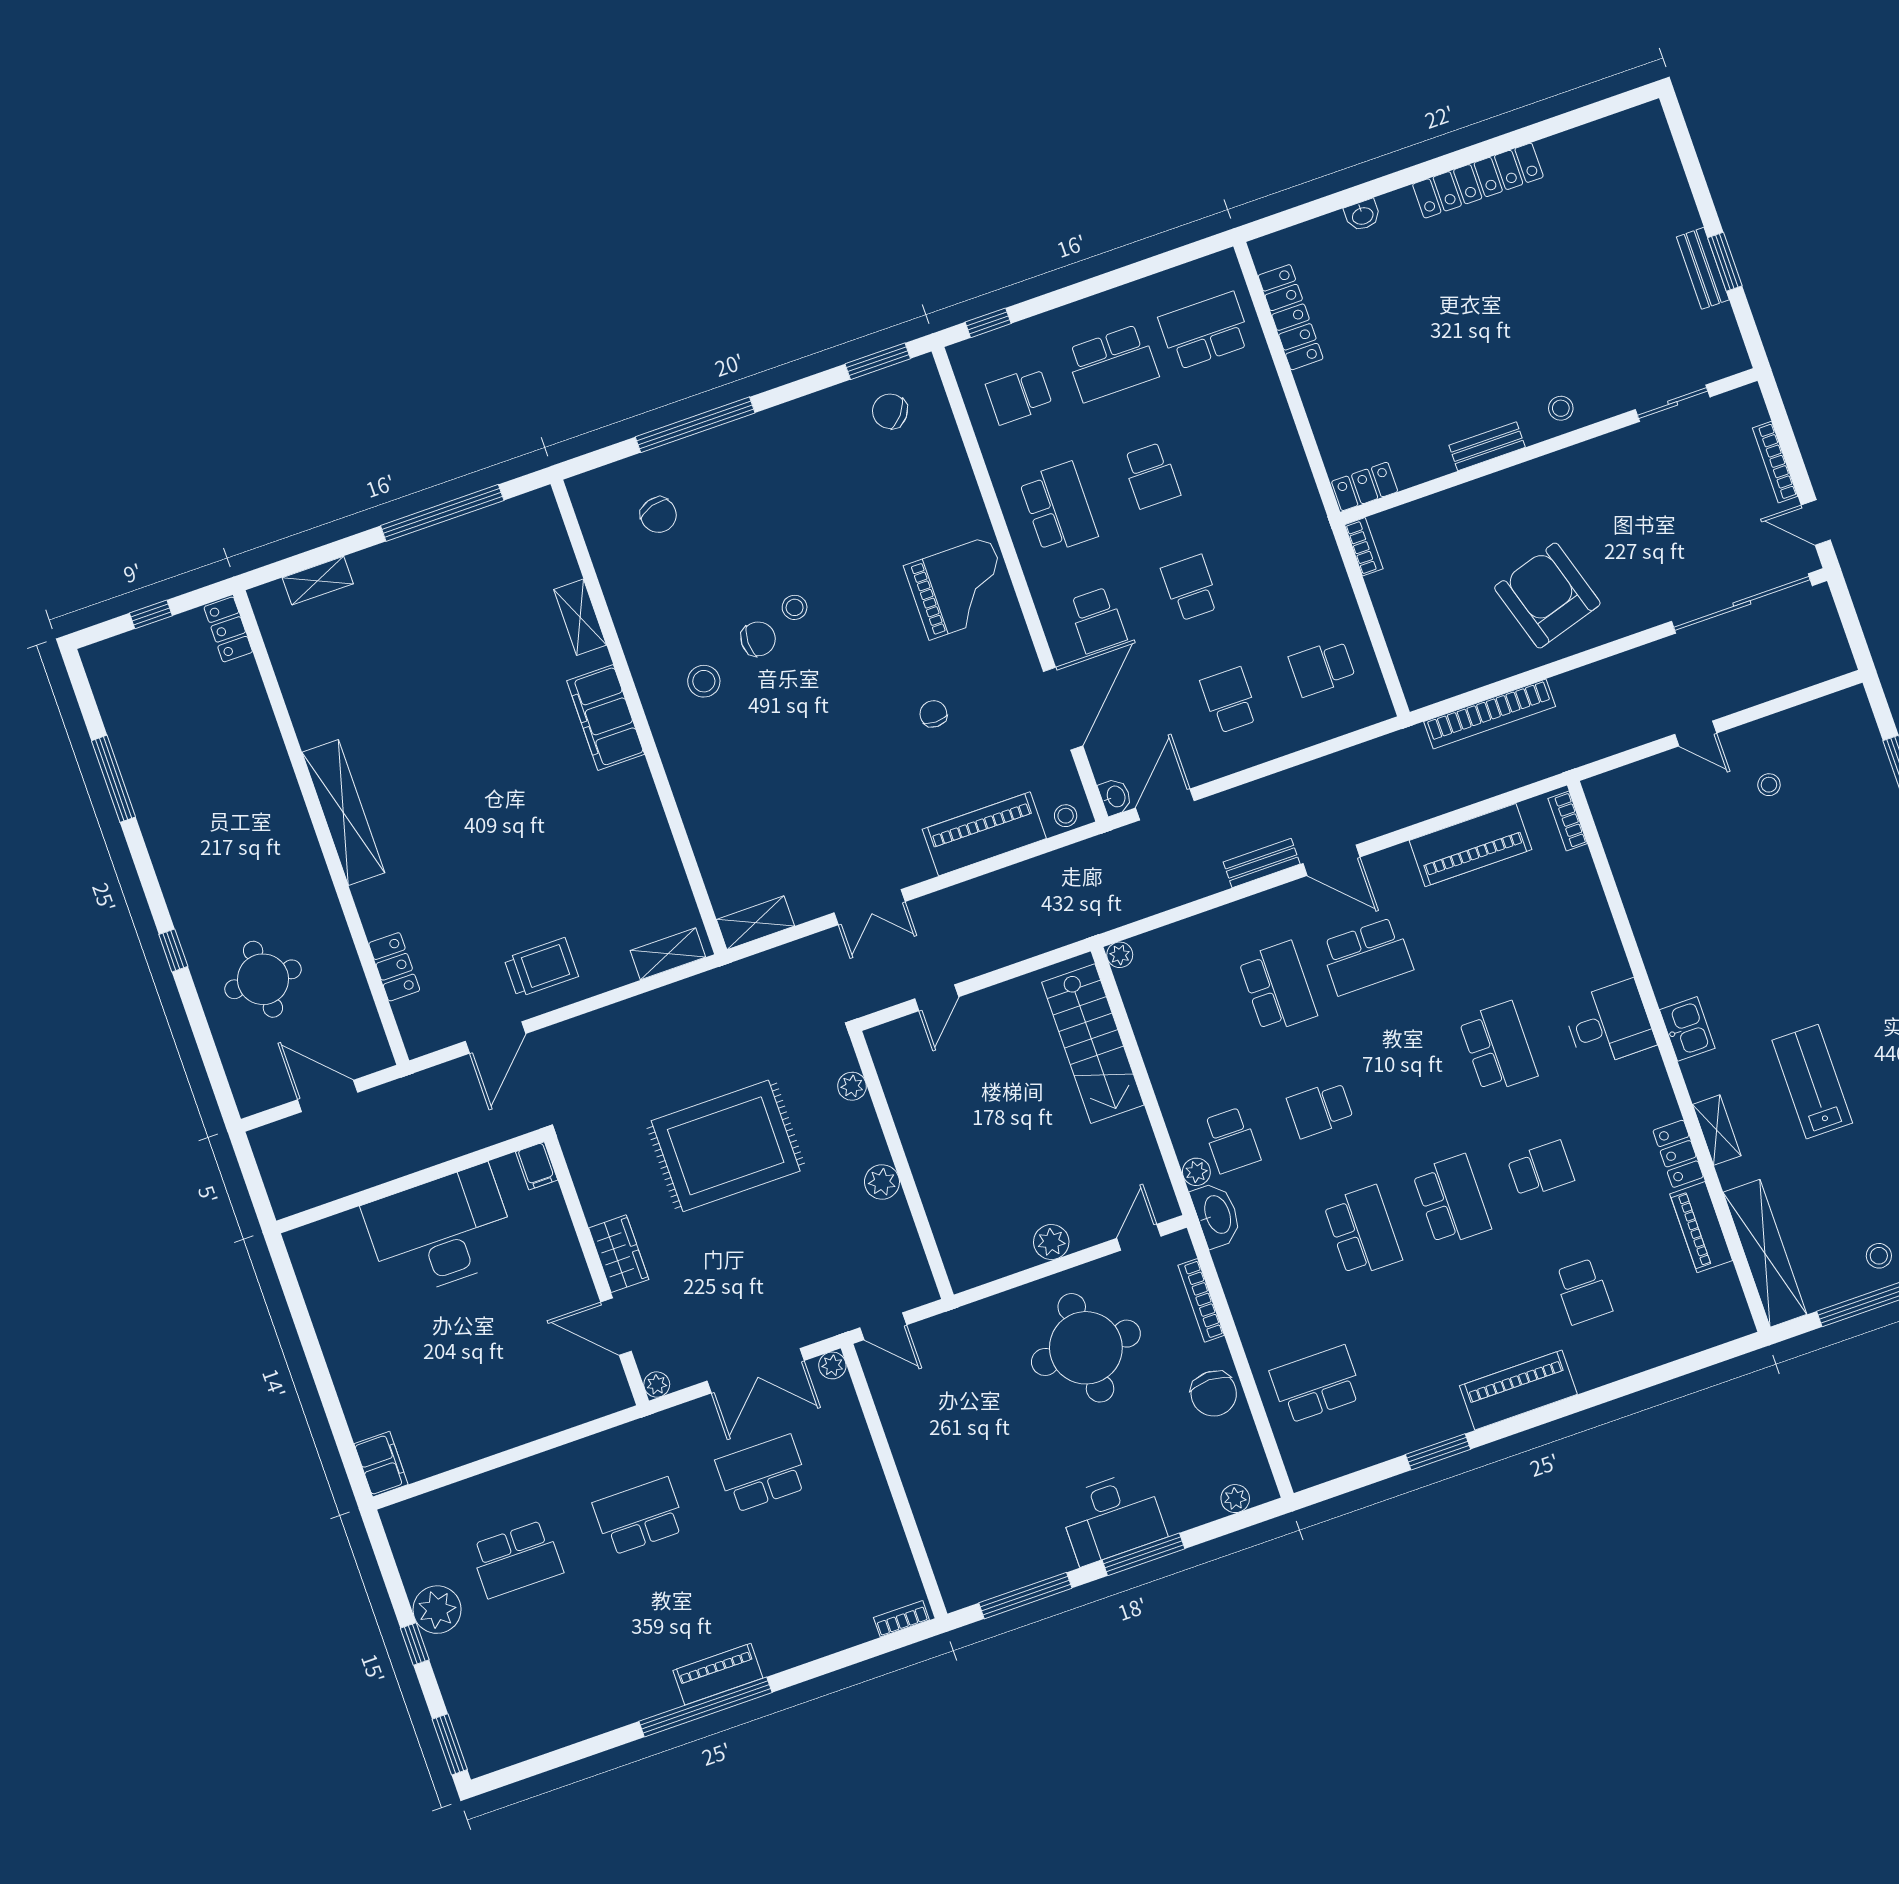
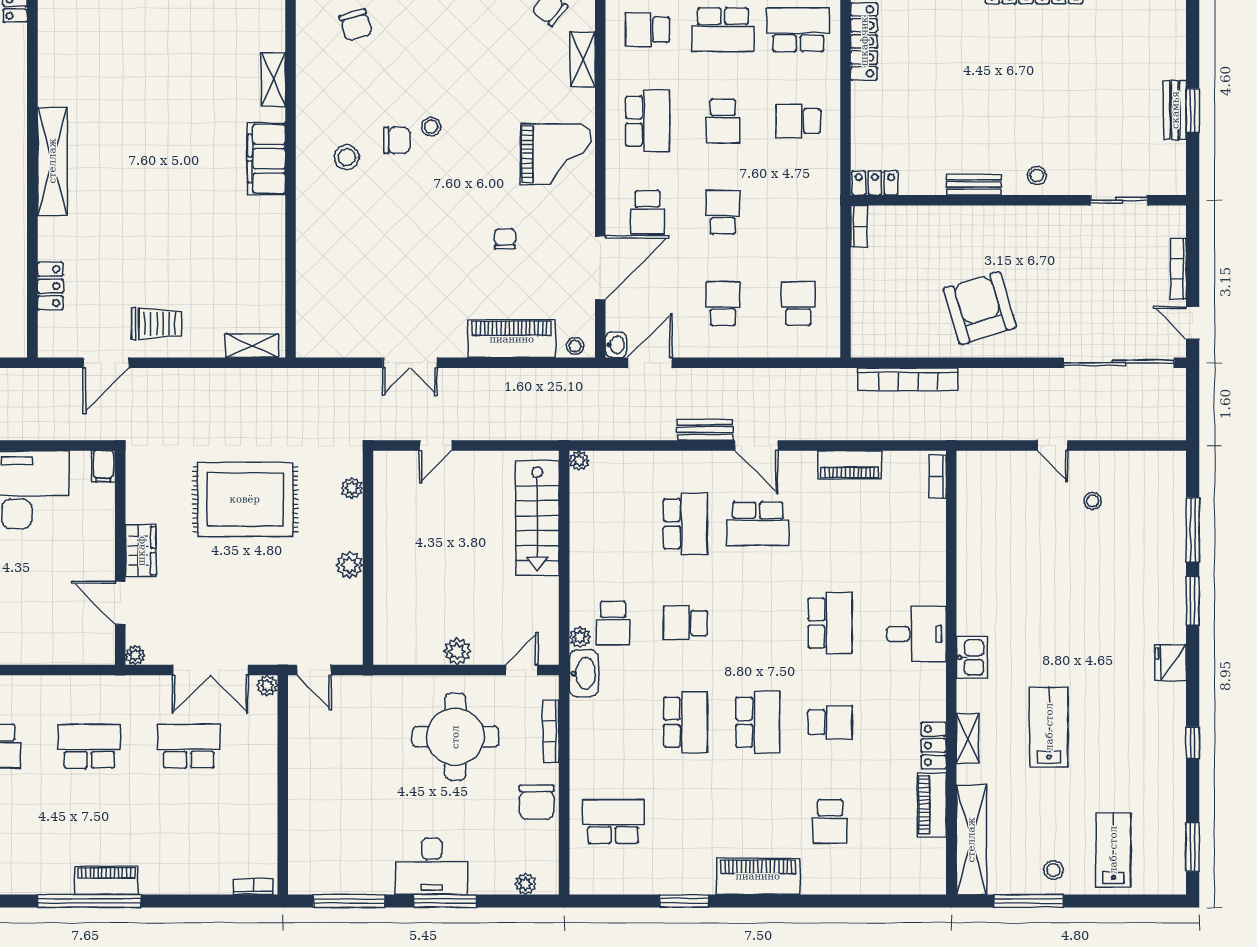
school desk: (1244, 443) -> (798, 121), added
school desk: (1322, 668) -> (798, 304), turned 90
piano: (1471, 845) -> (849, 465), width x0.73, depth x0.75
shelving: (755, 923) -> (583, 59), moved, turned 90

